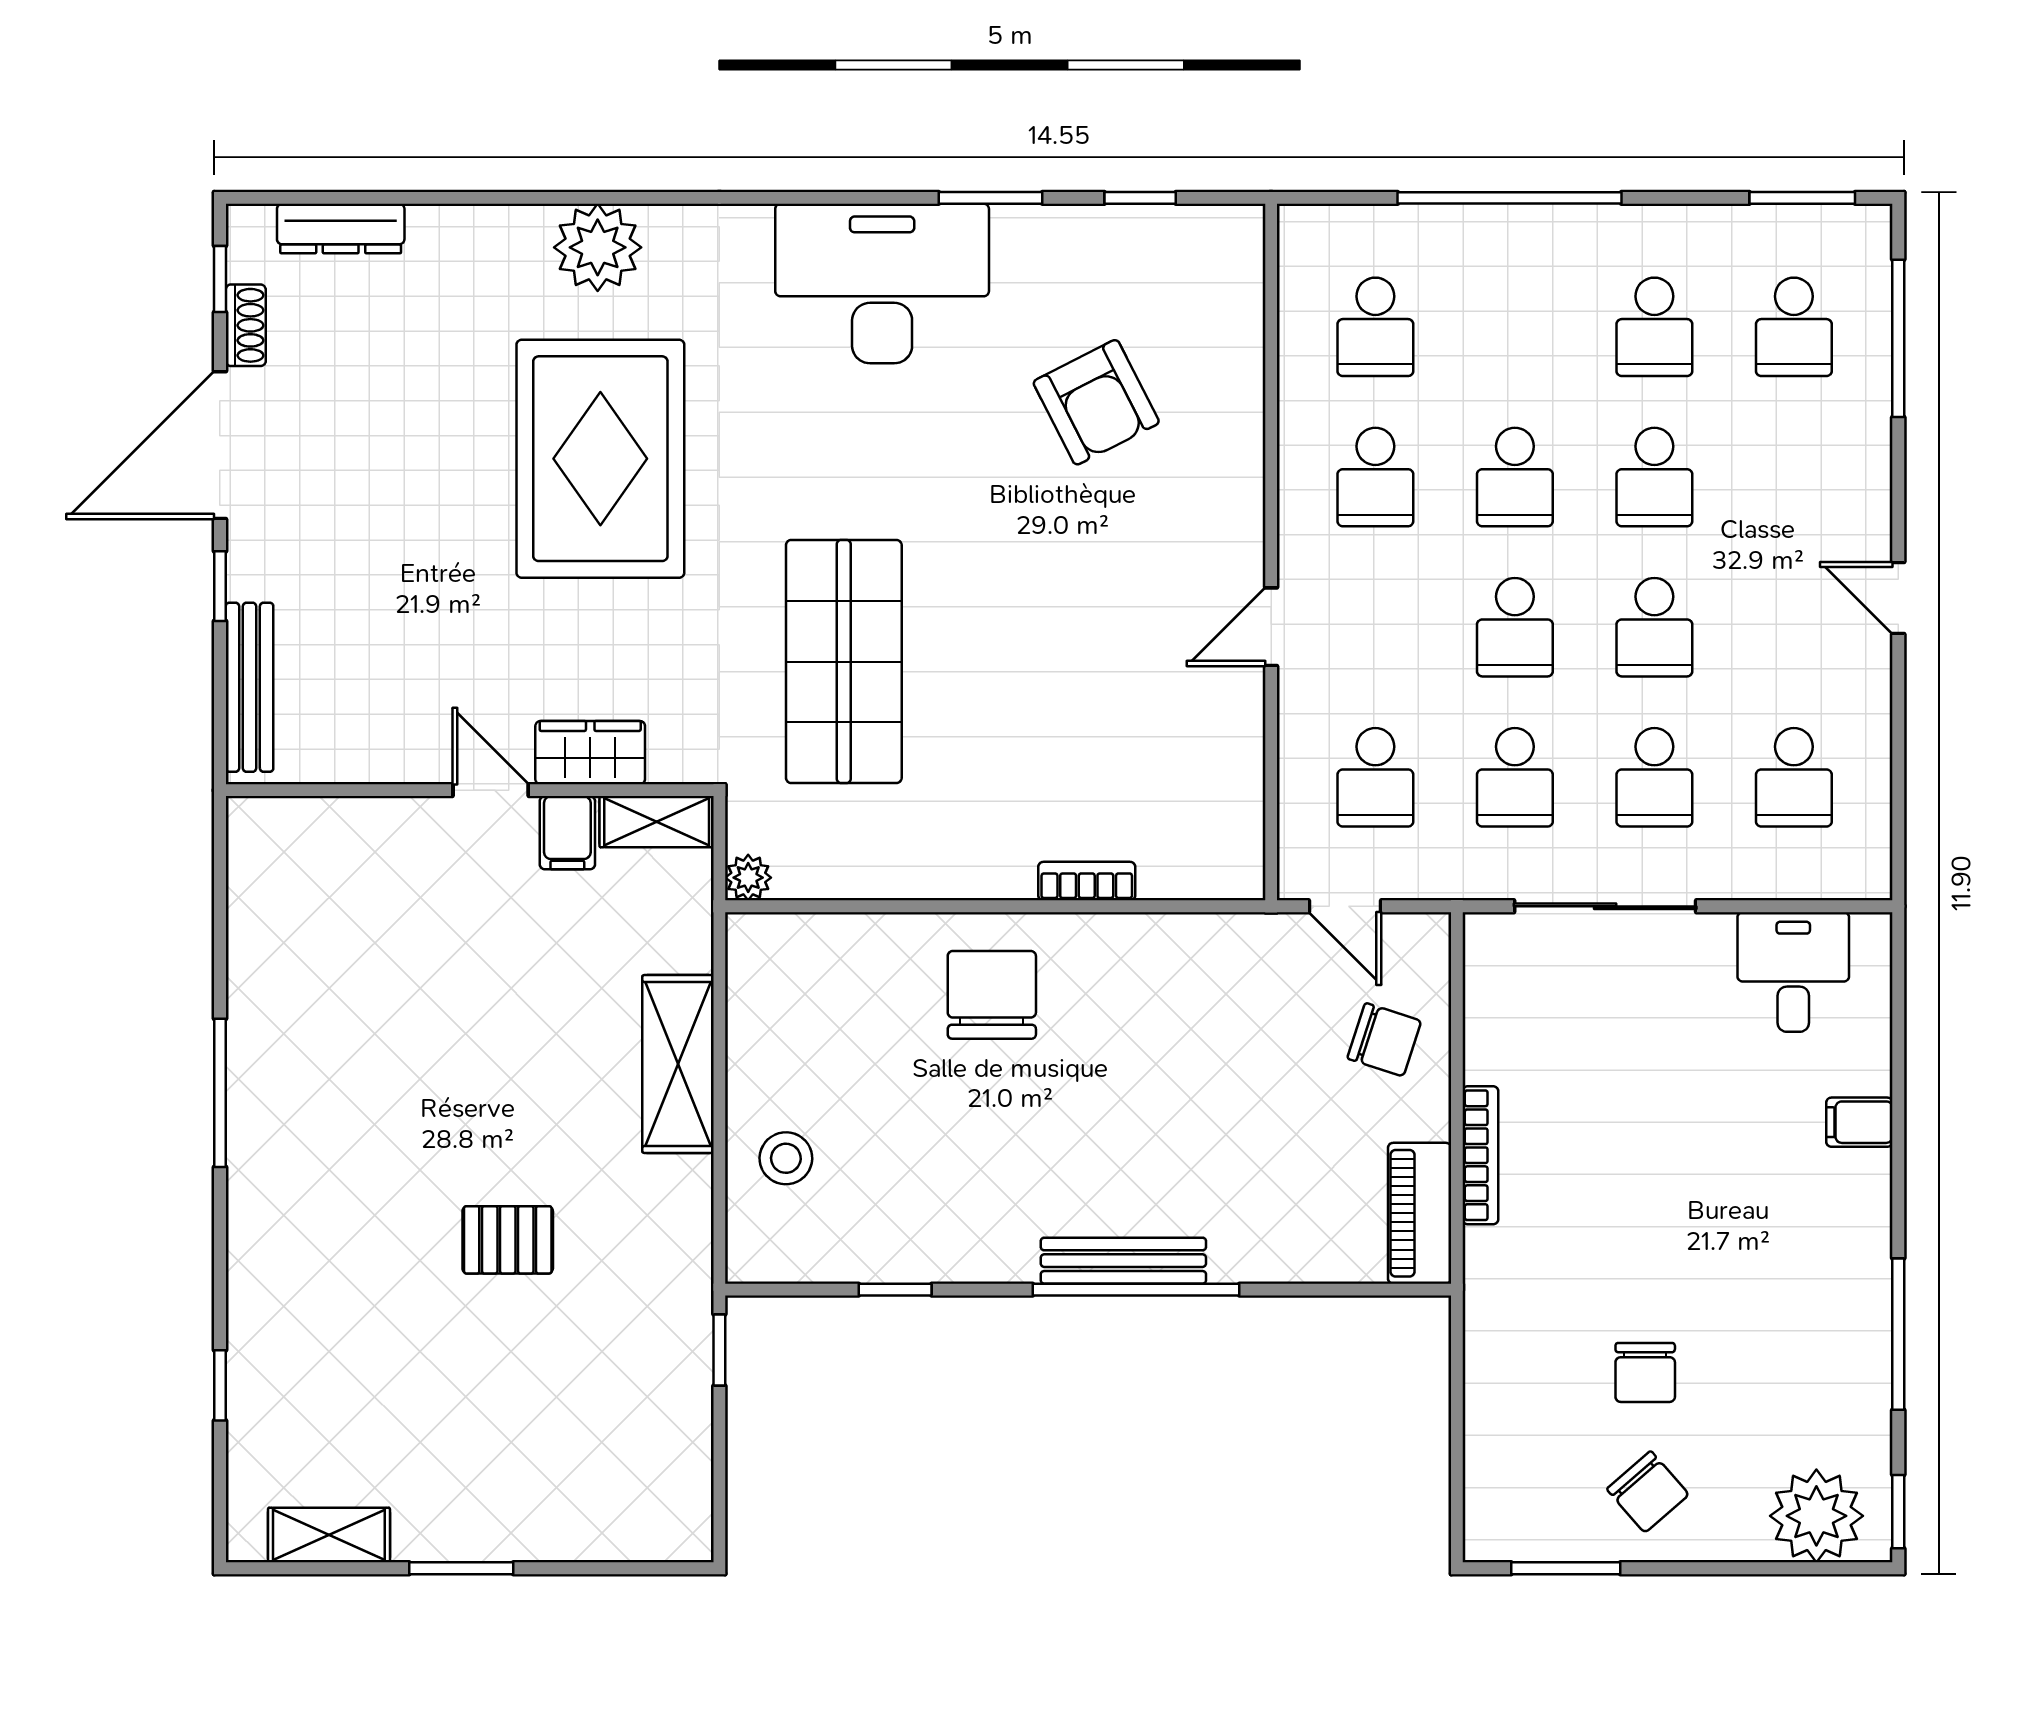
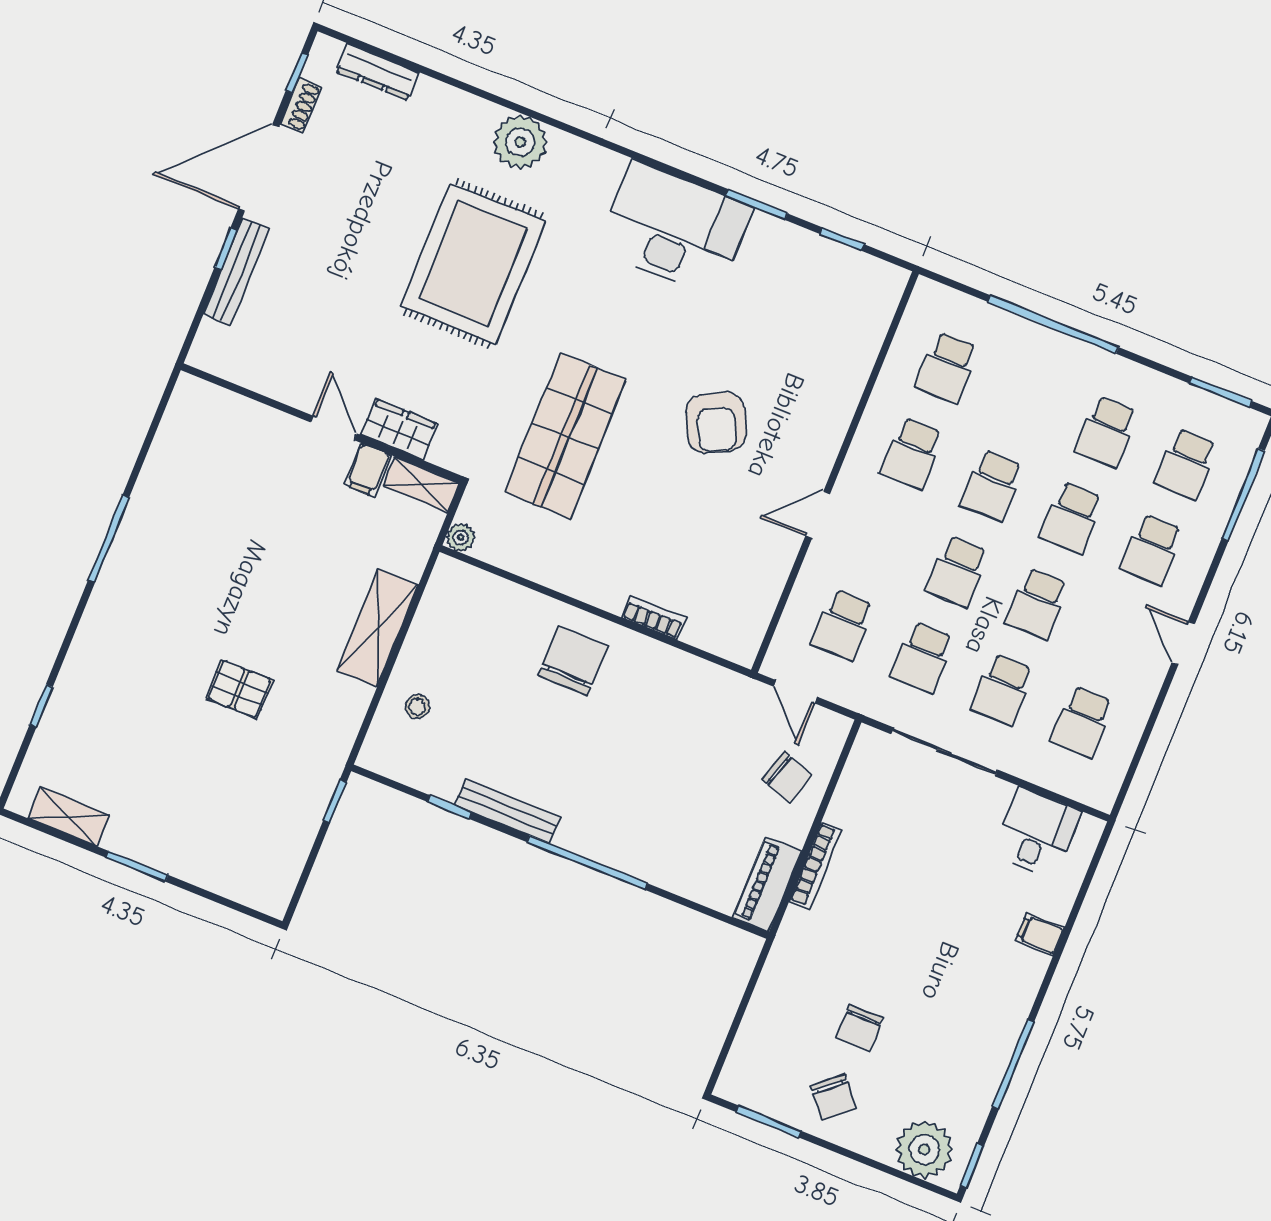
armchair: (1096, 402) -> (716, 423), moved
school desk: (1794, 477) -> (1151, 550), added
bench: (250, 687) -> (236, 272), moved
stool: (786, 1158) -> (417, 707), width x0.73, depth x0.73
bench: (1123, 1261) -> (508, 811), moved

